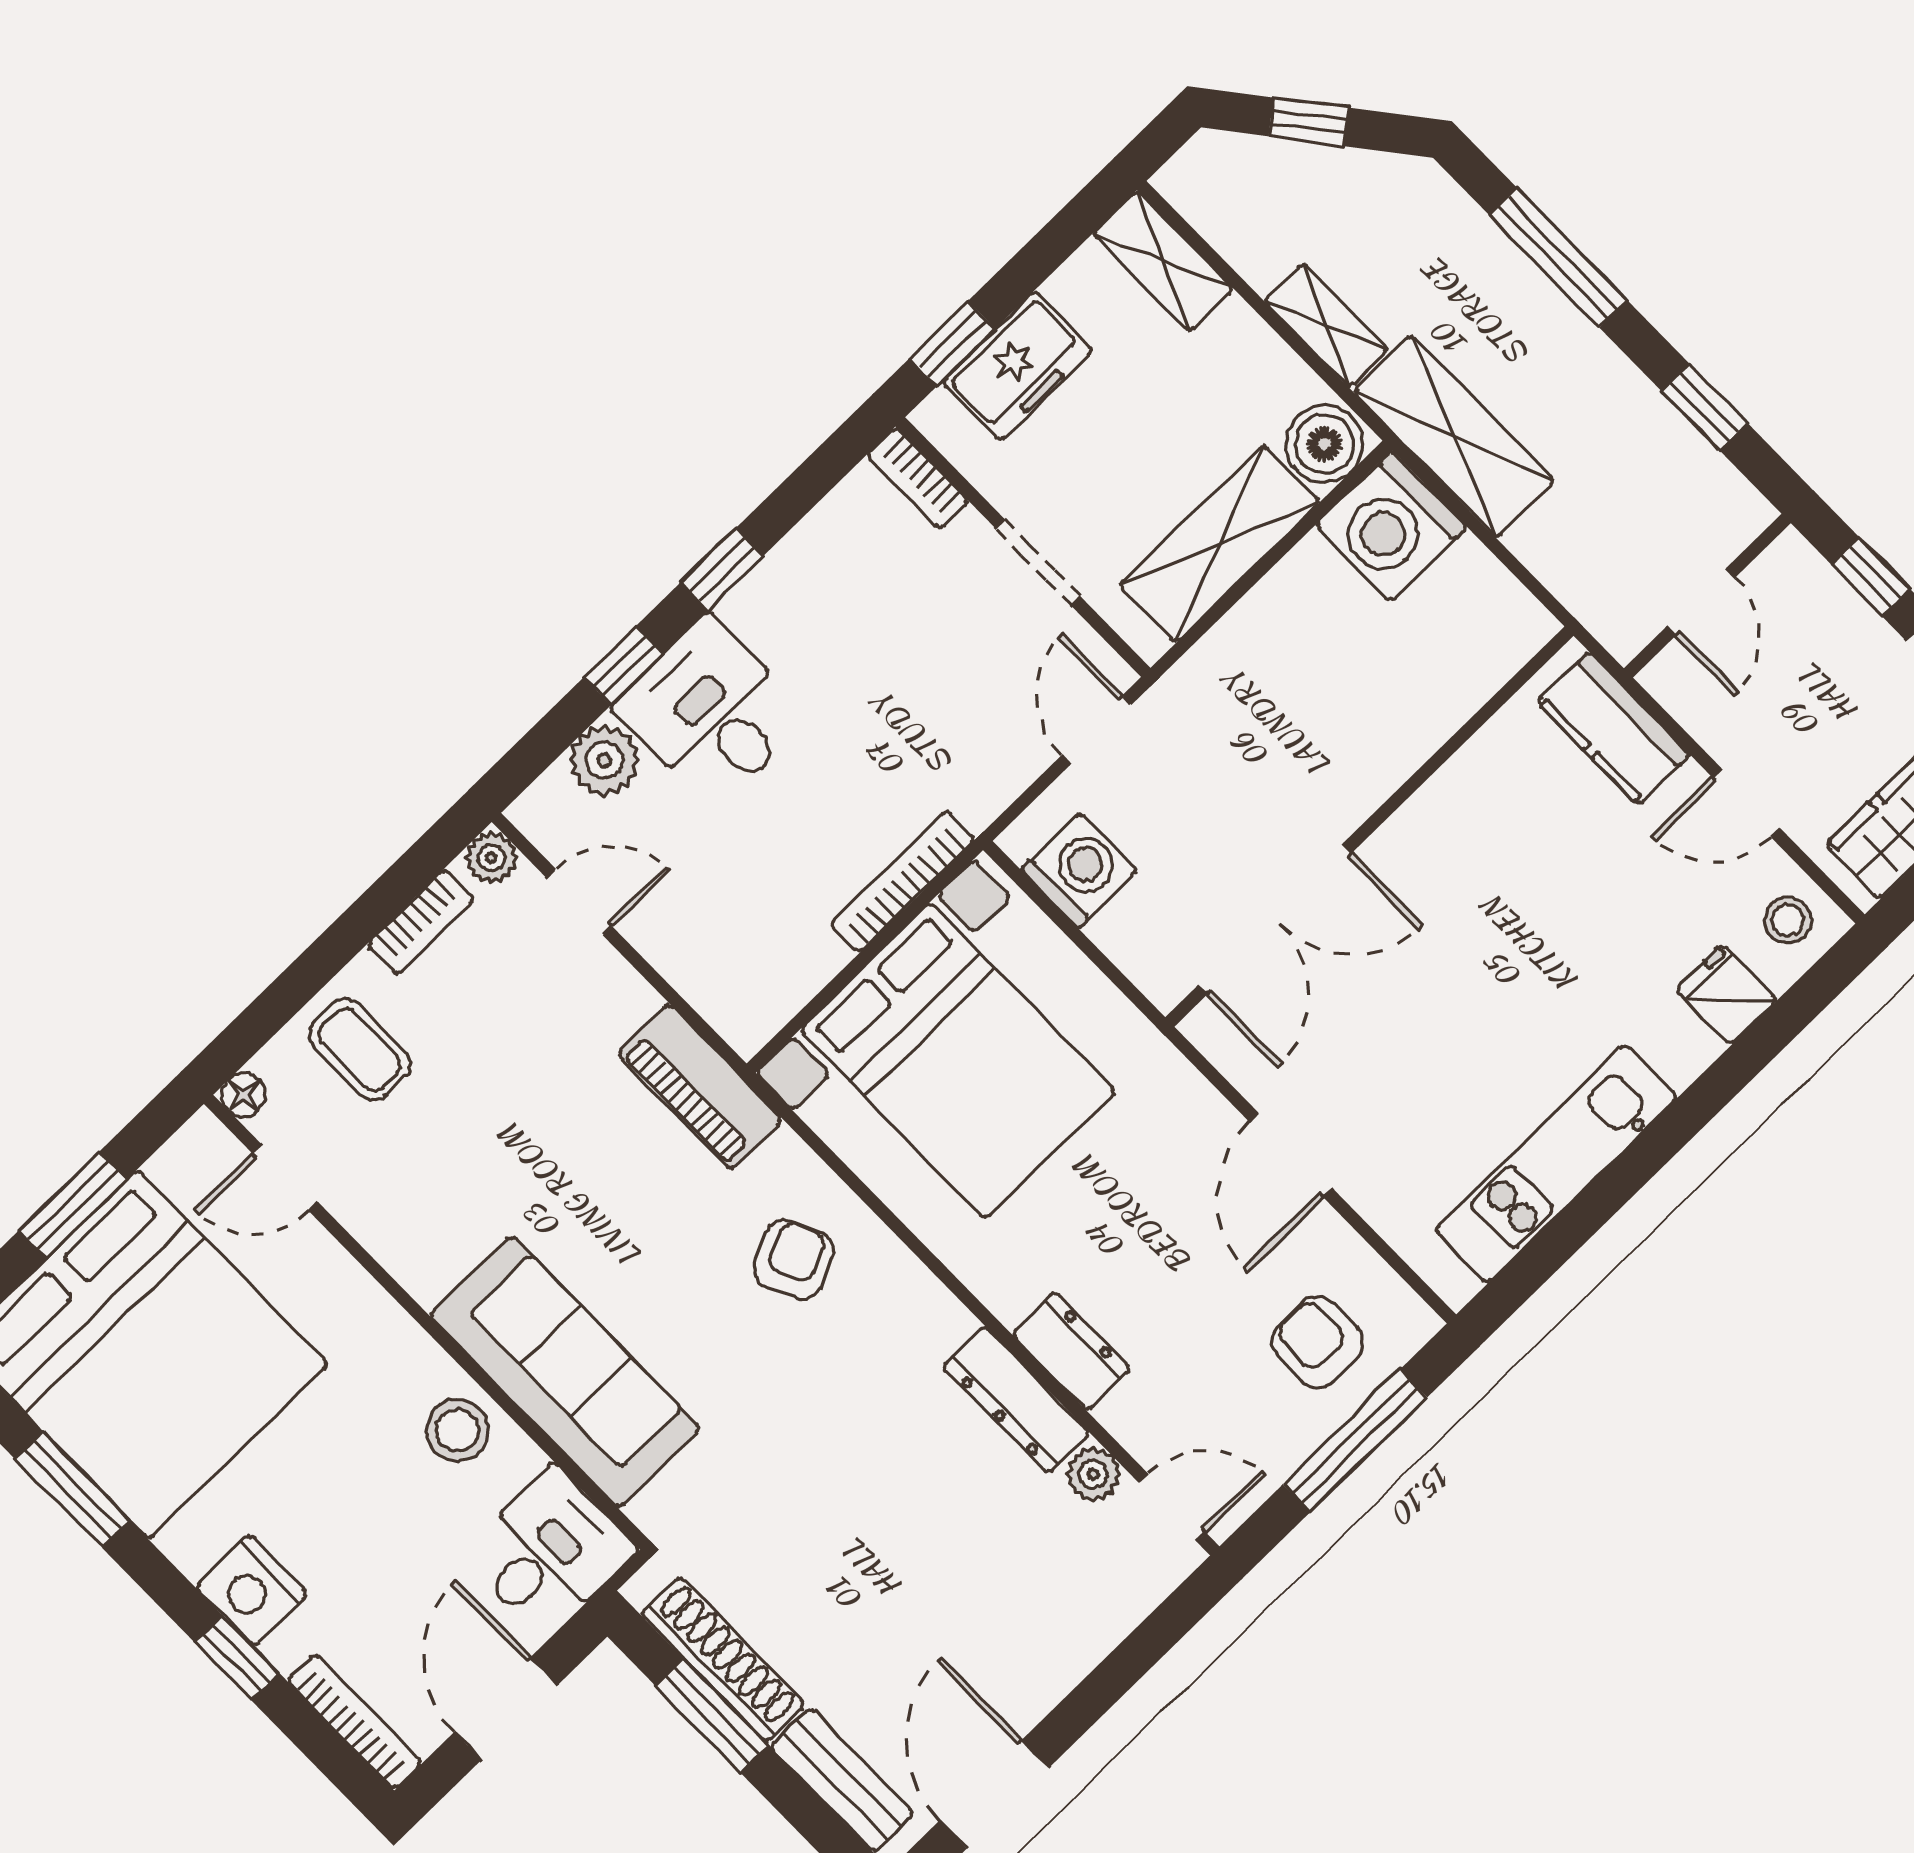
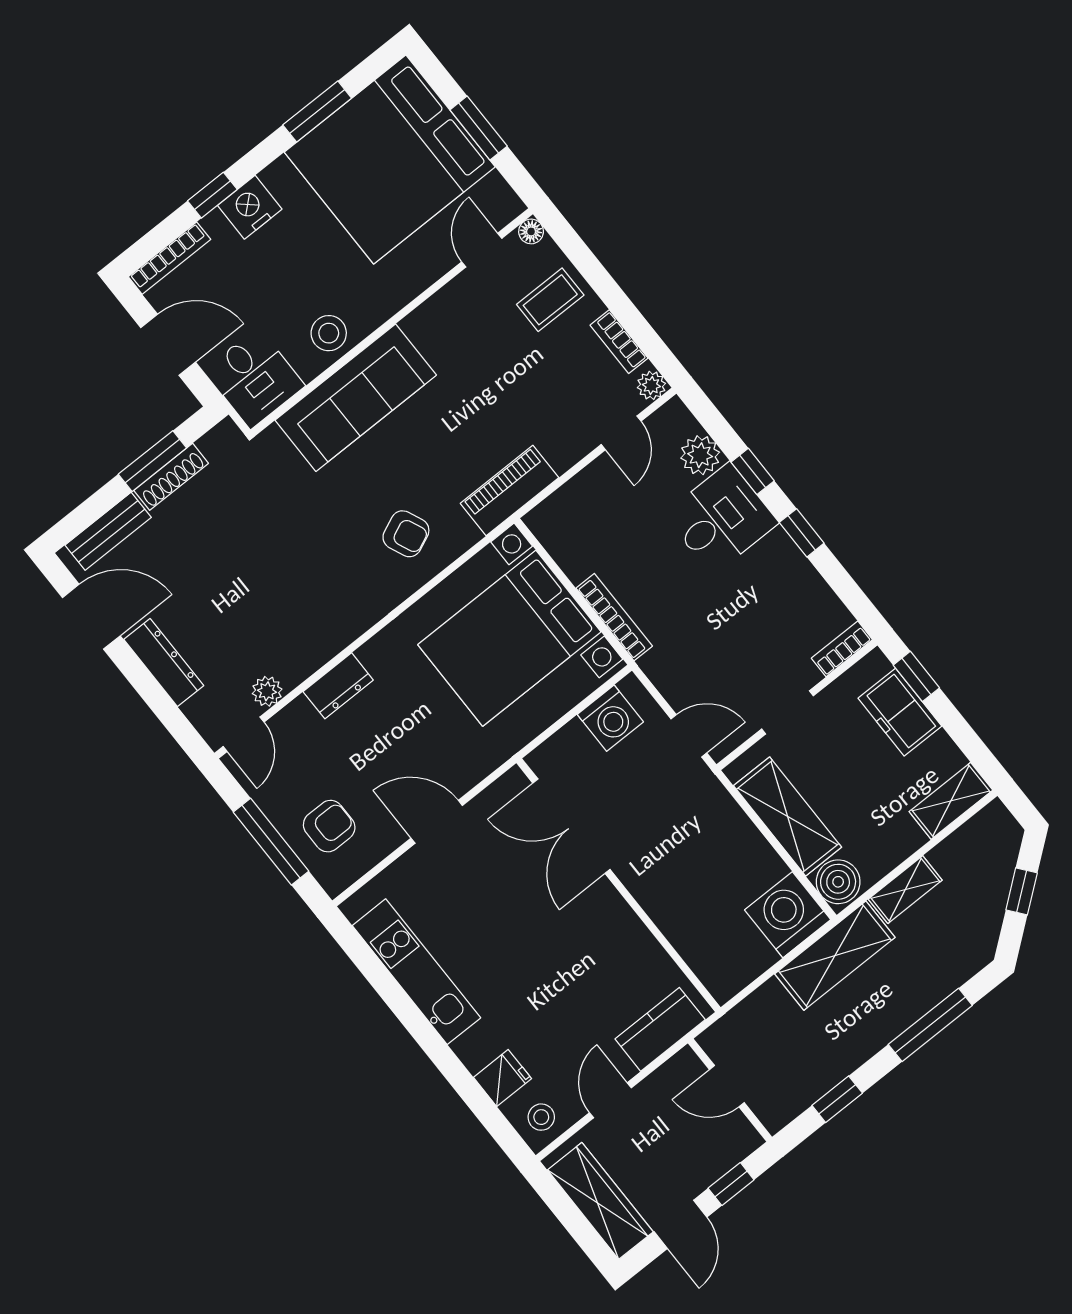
dresser: (1016, 1400) -> (164, 663), moved, turned 90
shoe rack: (723, 1659) -> (171, 477), width x0.74, depth x0.81

